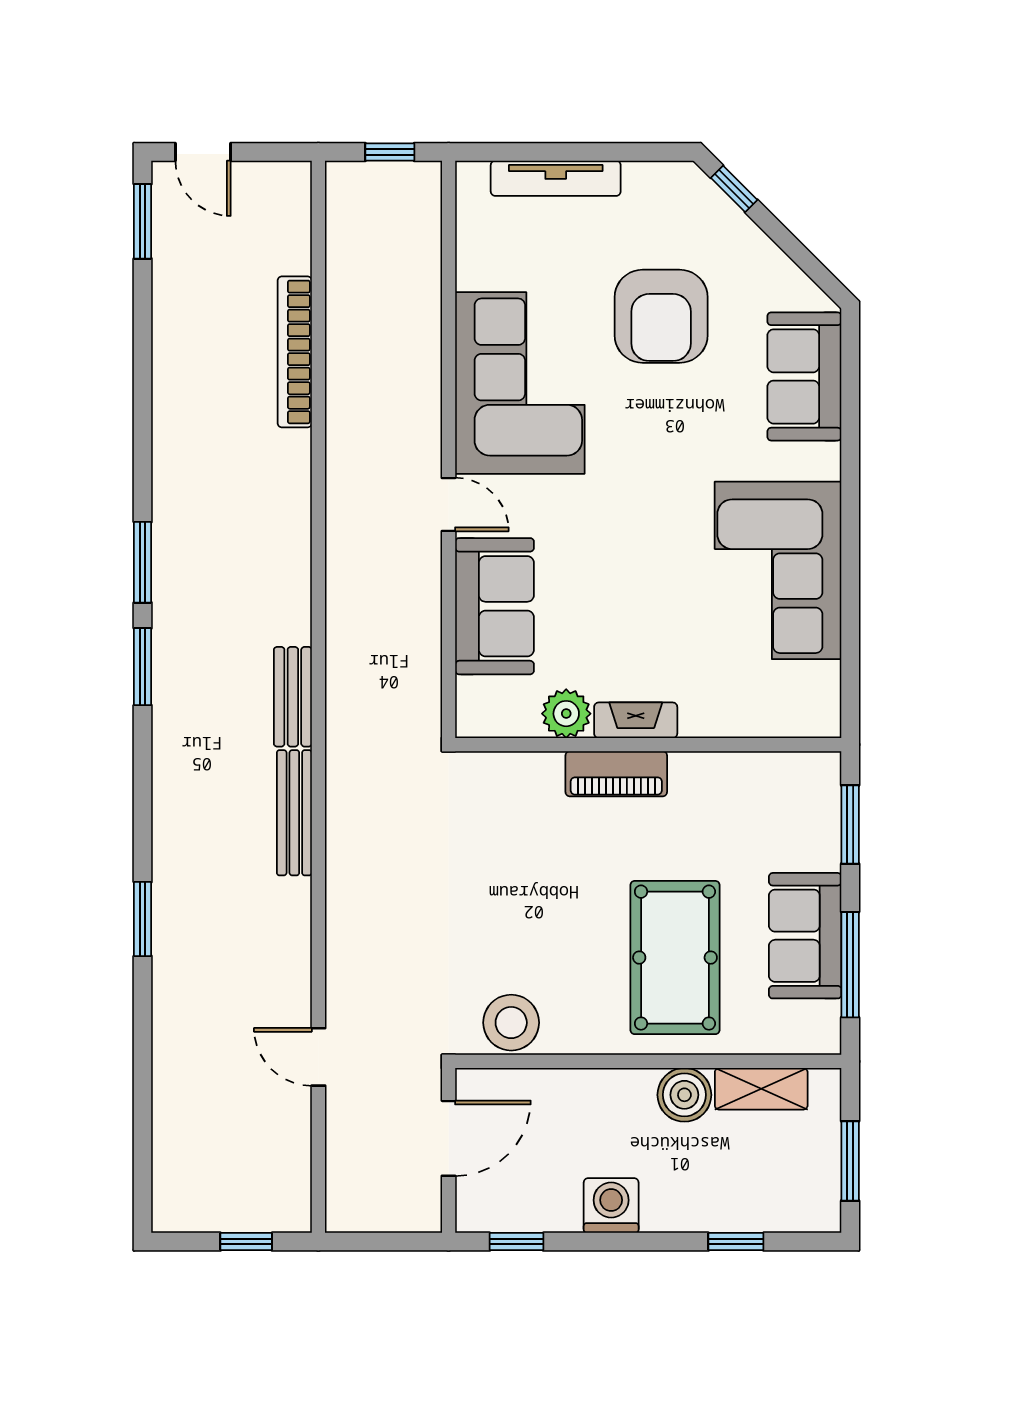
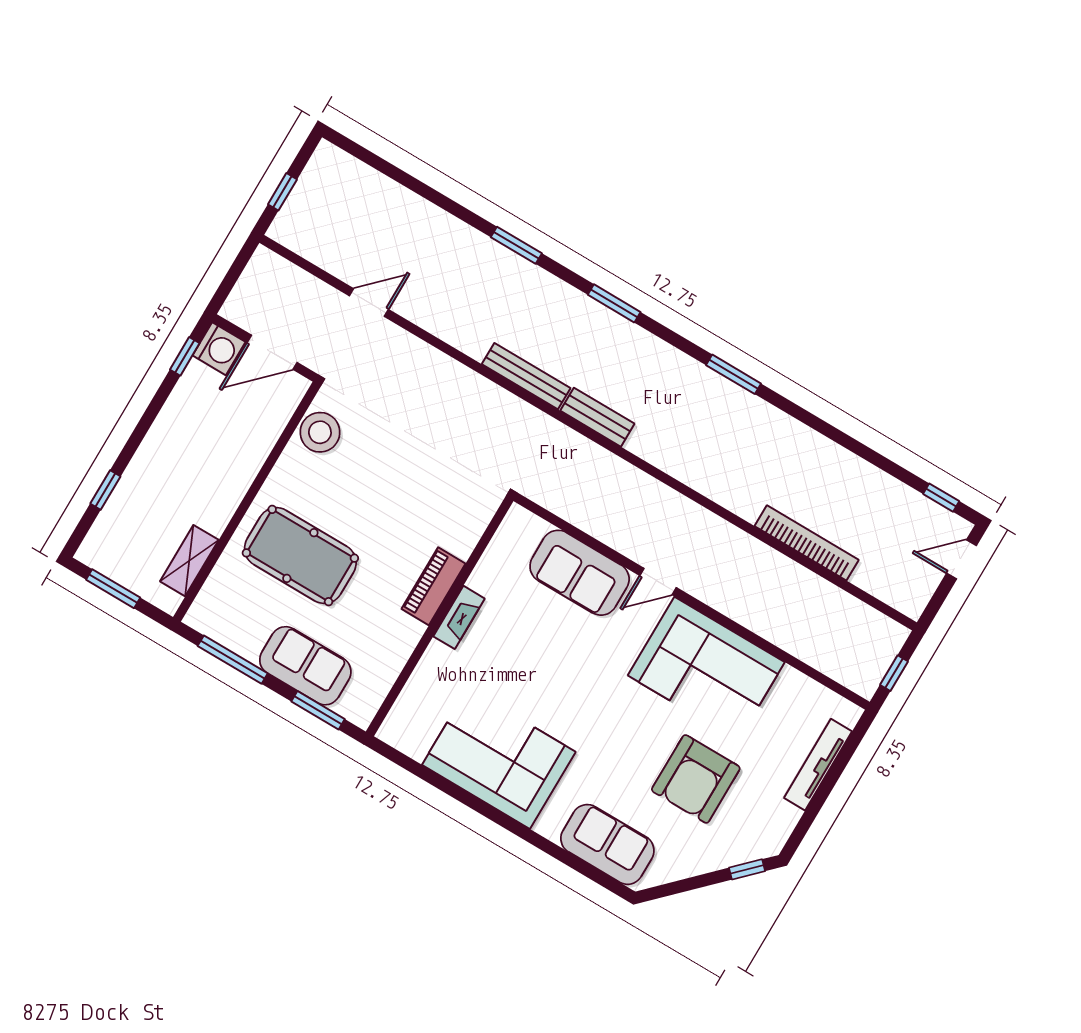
window: (143, 221) -> (941, 498), width x0.67
armchair: (661, 316) -> (696, 779), turned -90
window: (143, 667) -> (614, 303), moved
plant: (566, 714) -> (488, 578), removed
sofa: (805, 936) -> (305, 666), moved
boiler: (684, 1095) -> (213, 512), removed
door: (449, 1138) -> (272, 352), hinge flipped
washing machine: (611, 1205) -> (219, 349), moved

